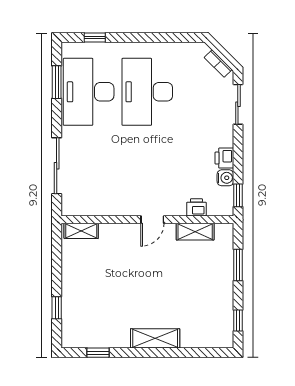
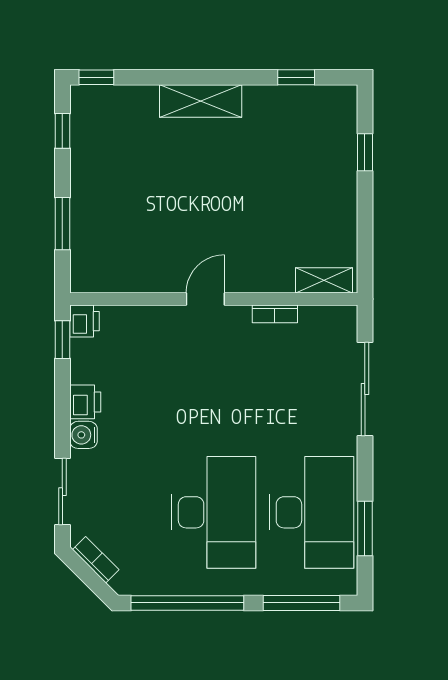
window: (95, 37) -> (301, 603), width x2.17
window: (163, 37) -> (187, 603), added
water cooler: (225, 178) -> (83, 435), moved
printer: (196, 207) -> (85, 321), moved, turned -90
bookcase: (111, 211) -> (275, 314), added
shelving: (195, 232) -> (134, 279), removed
window: (218, 353) -> (96, 77), added

